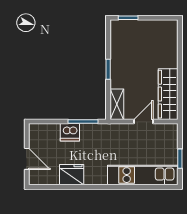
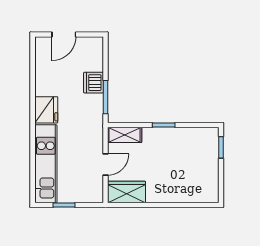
wardrobe: (168, 94) -> (126, 192), width x0.67
door: (143, 121) -> (105, 164), hinge flipped
fridge: (72, 175) -> (46, 110), moved

